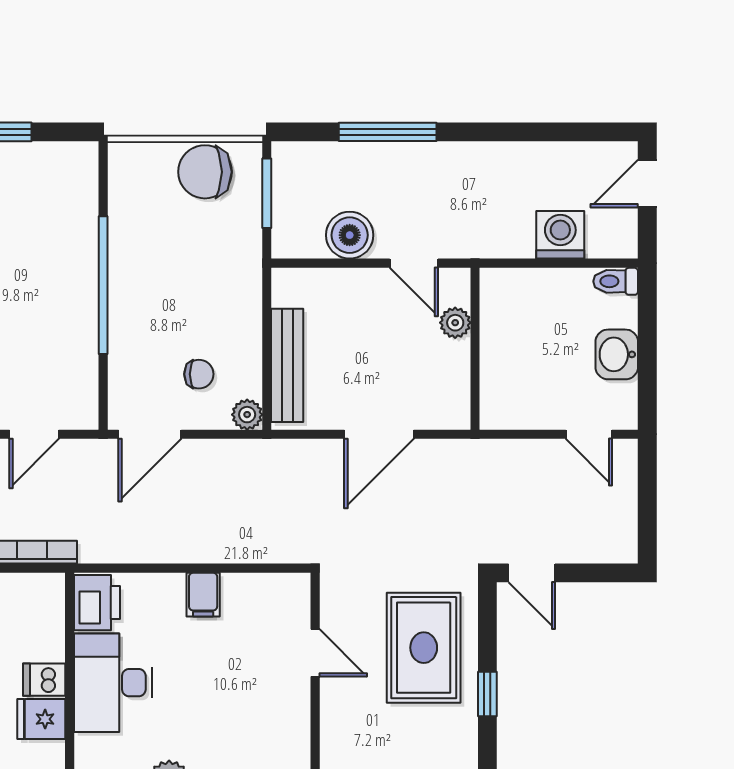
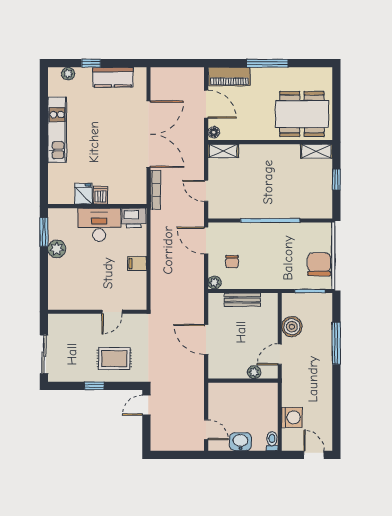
bench: (287, 365) -> (242, 300), width x0.73
door: (589, 434) -> (206, 430), swing flipped
rug: (424, 648) -> (114, 359), width x0.73, depth x0.70

